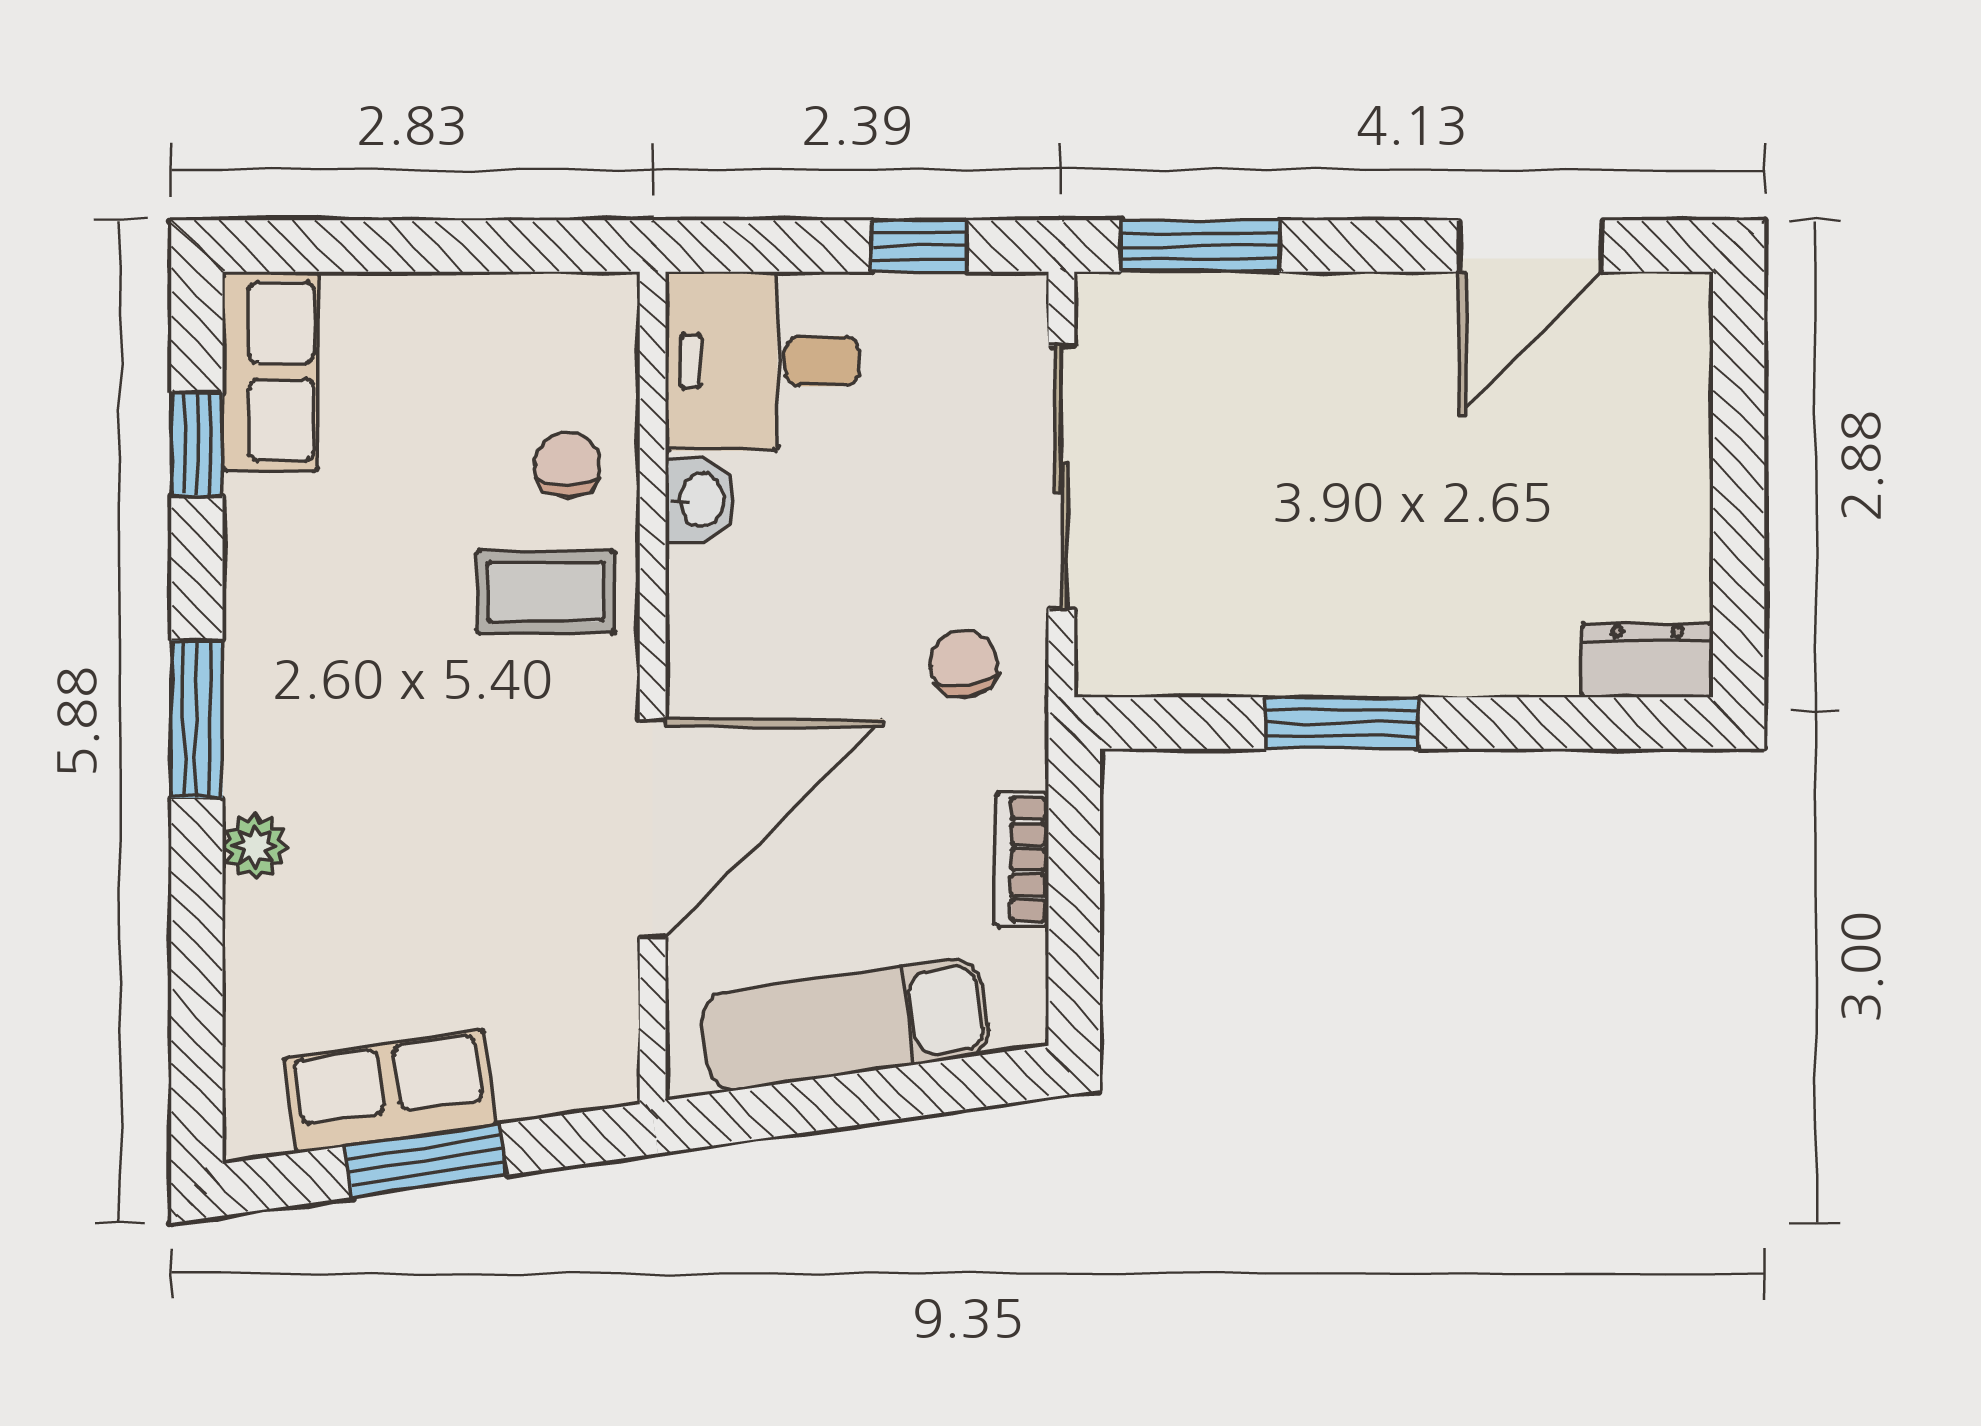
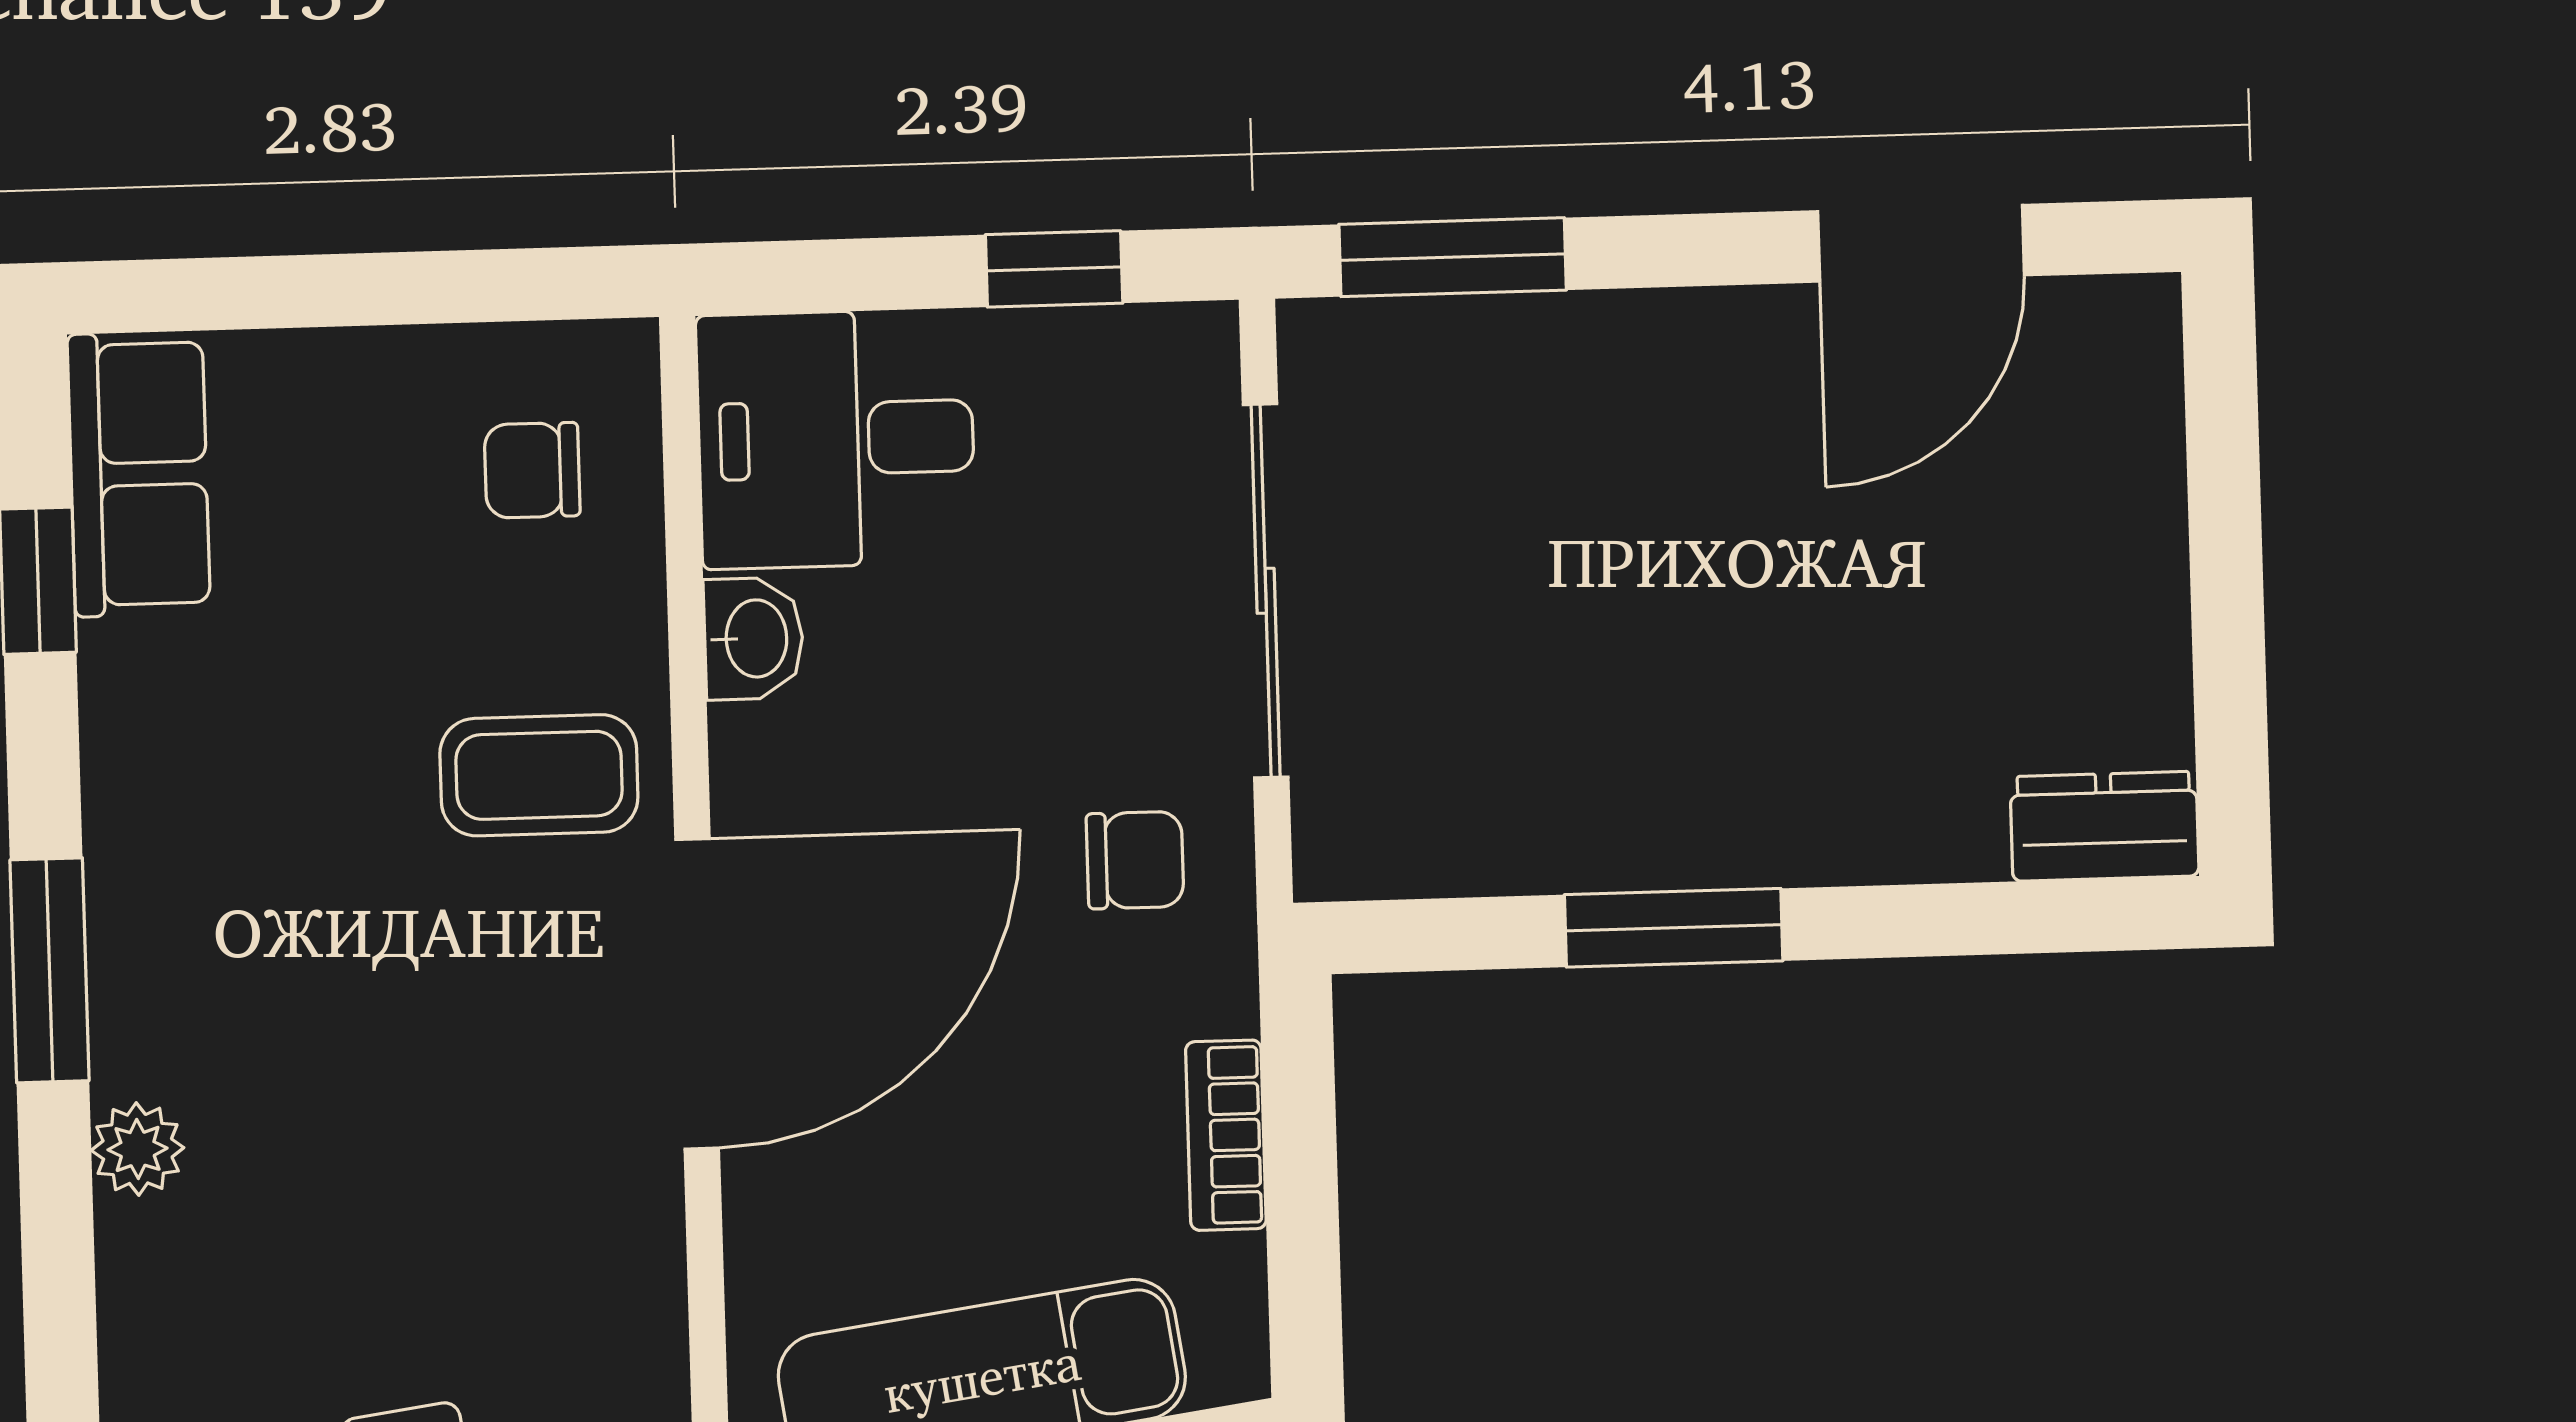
chair: (567, 465) -> (532, 470), moved, turned -90
chair: (964, 664) -> (1135, 860), turned 100
door: (653, 828) -> (697, 994), moved

